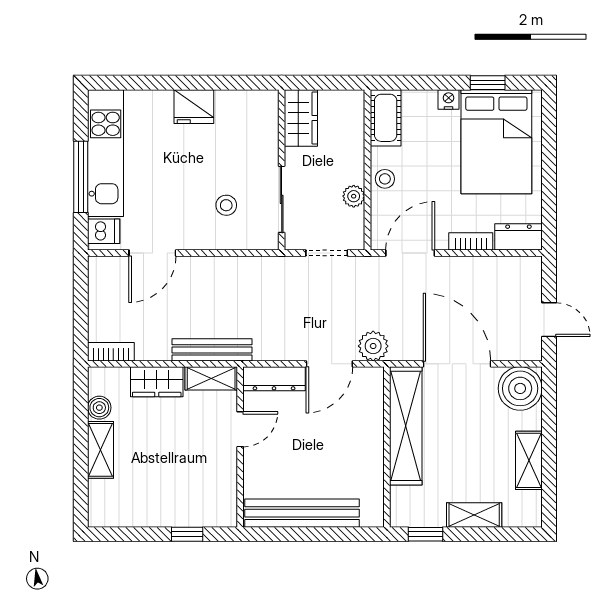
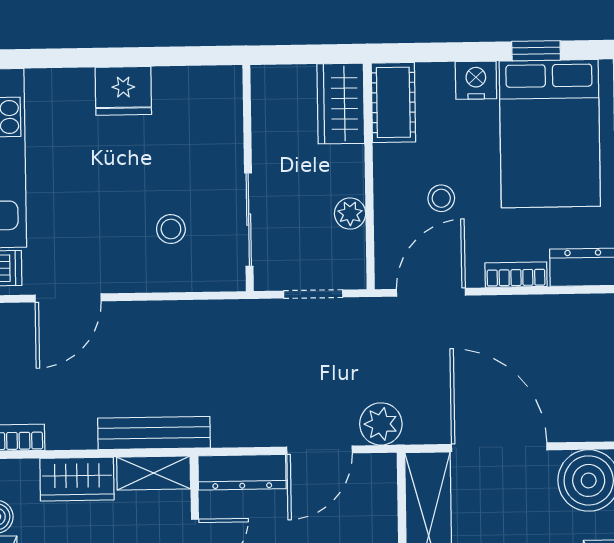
nightstand: (449, 99) -> (476, 80), width x1.39, depth x1.35
wardrobe: (301, 118) -> (341, 104), moved, turned 180
stool: (385, 179) -> (441, 198), moved

